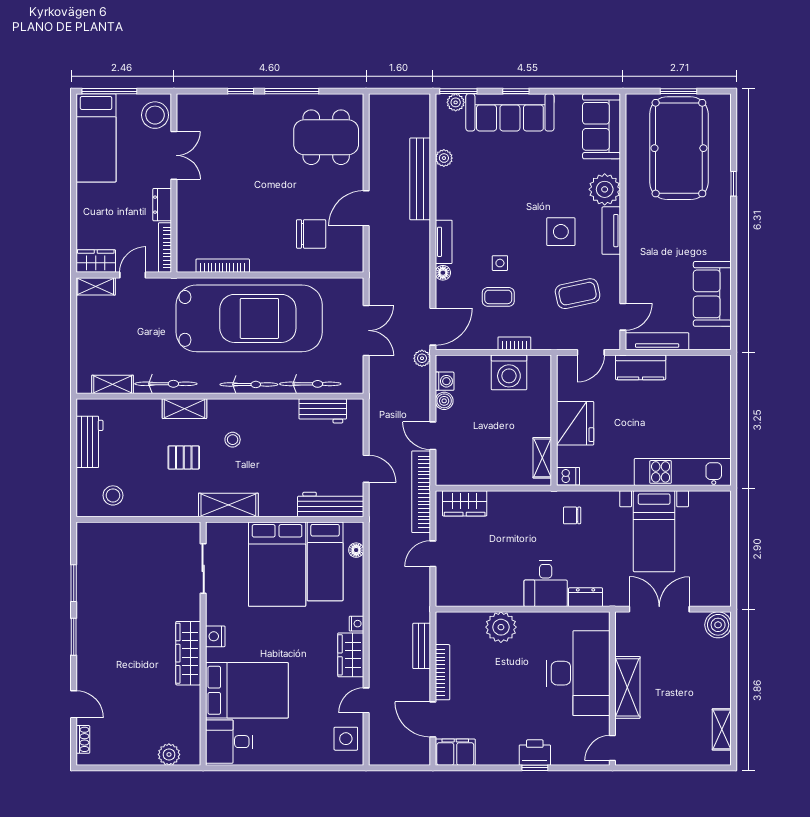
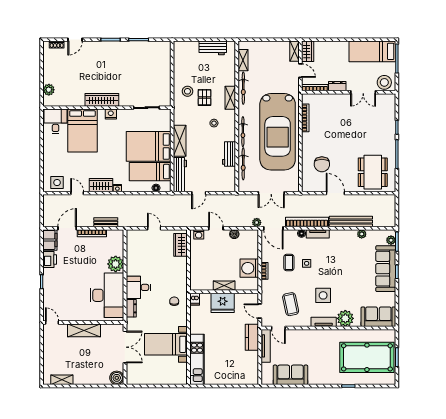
washing machine: (445, 381) -> (199, 234), moved
workbench: (323, 411) -> (229, 154), moved
door: (433, 436) -> (216, 228), hinge flipped
shelving: (542, 458) -> (224, 286), moved
bookcase: (421, 492) -> (307, 222), moved
stool: (113, 495) -> (187, 91), moved
shelving: (228, 505) -> (180, 141), moved
desk: (578, 673) -> (107, 295), moved, turned -90
printer: (535, 753) -> (50, 259), moved

